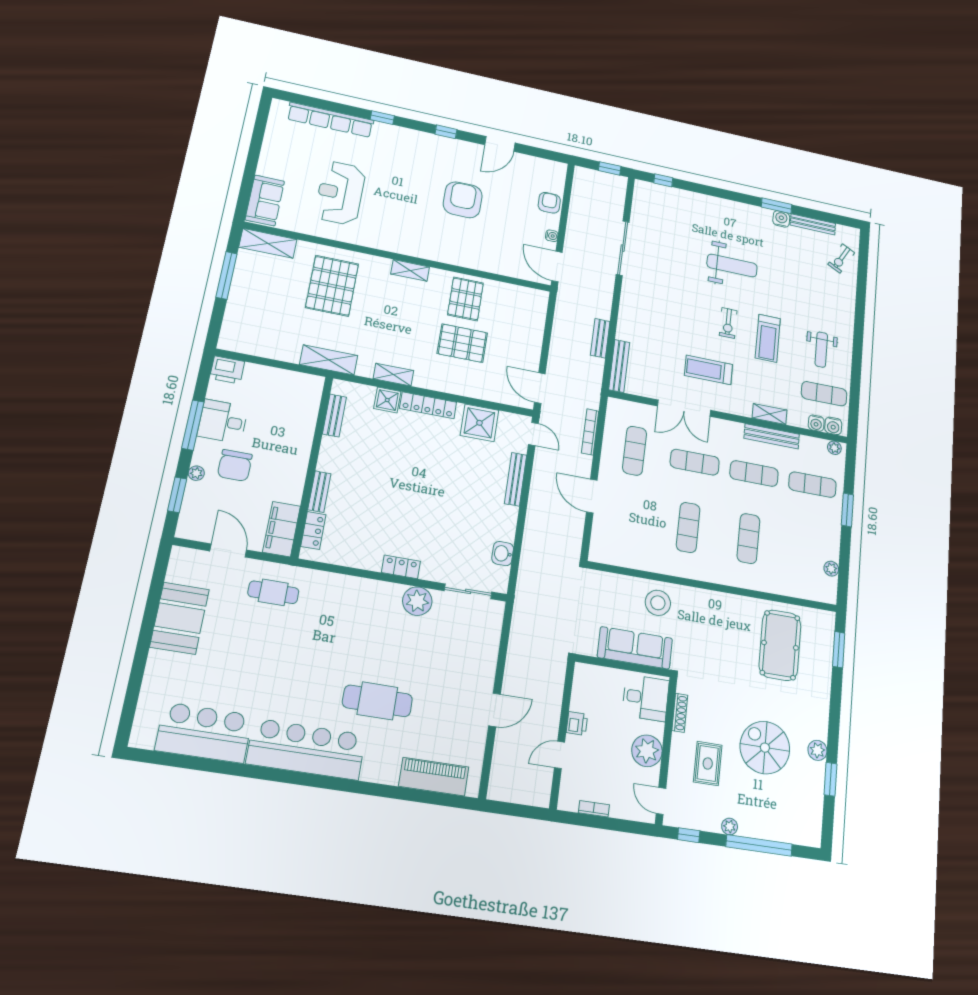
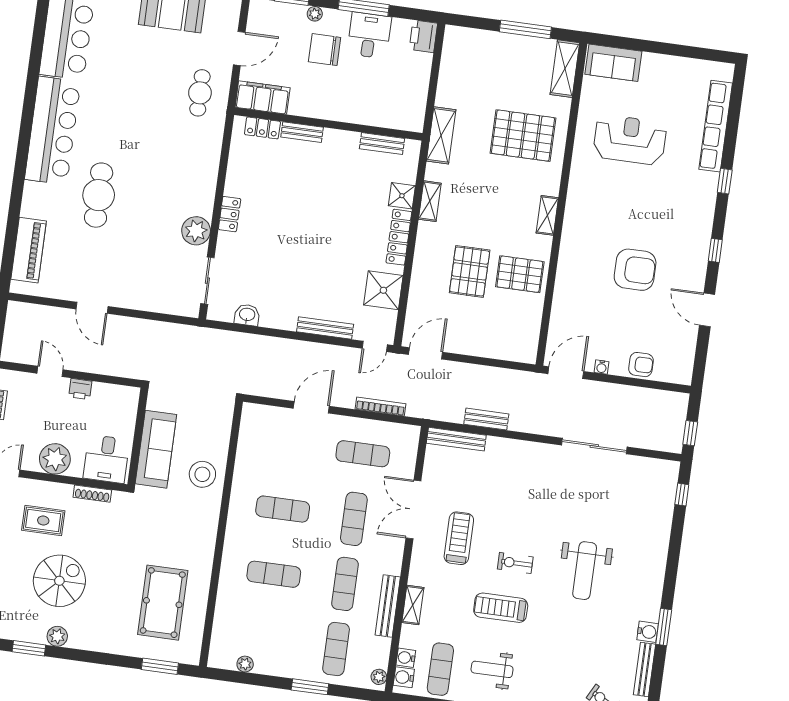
pool table: (780, 645) -> (163, 603), turned 90

